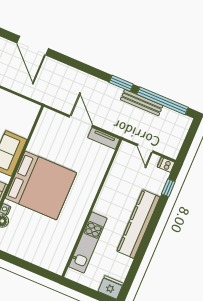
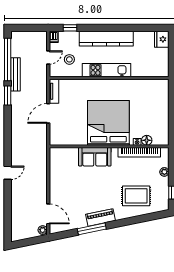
door: (33, 46) -> (8, 173), width x0.53
stool: (133, 172) -> (69, 59), added
kitchen unit: (88, 242) -> (107, 70), moved

